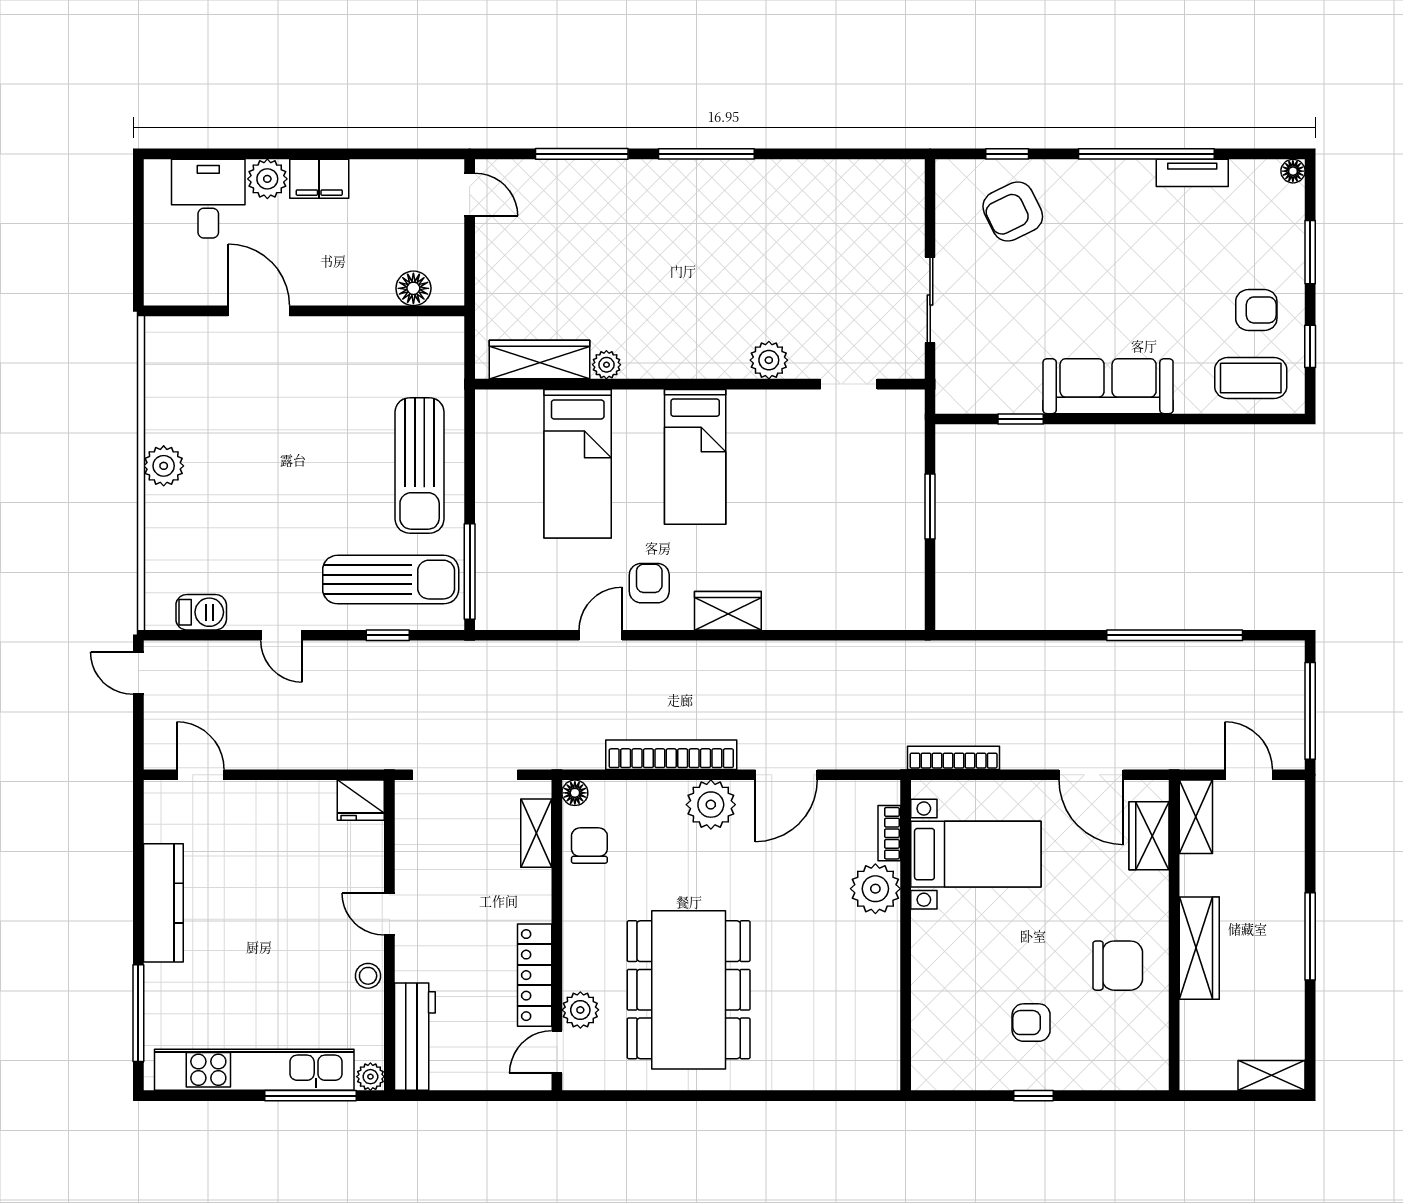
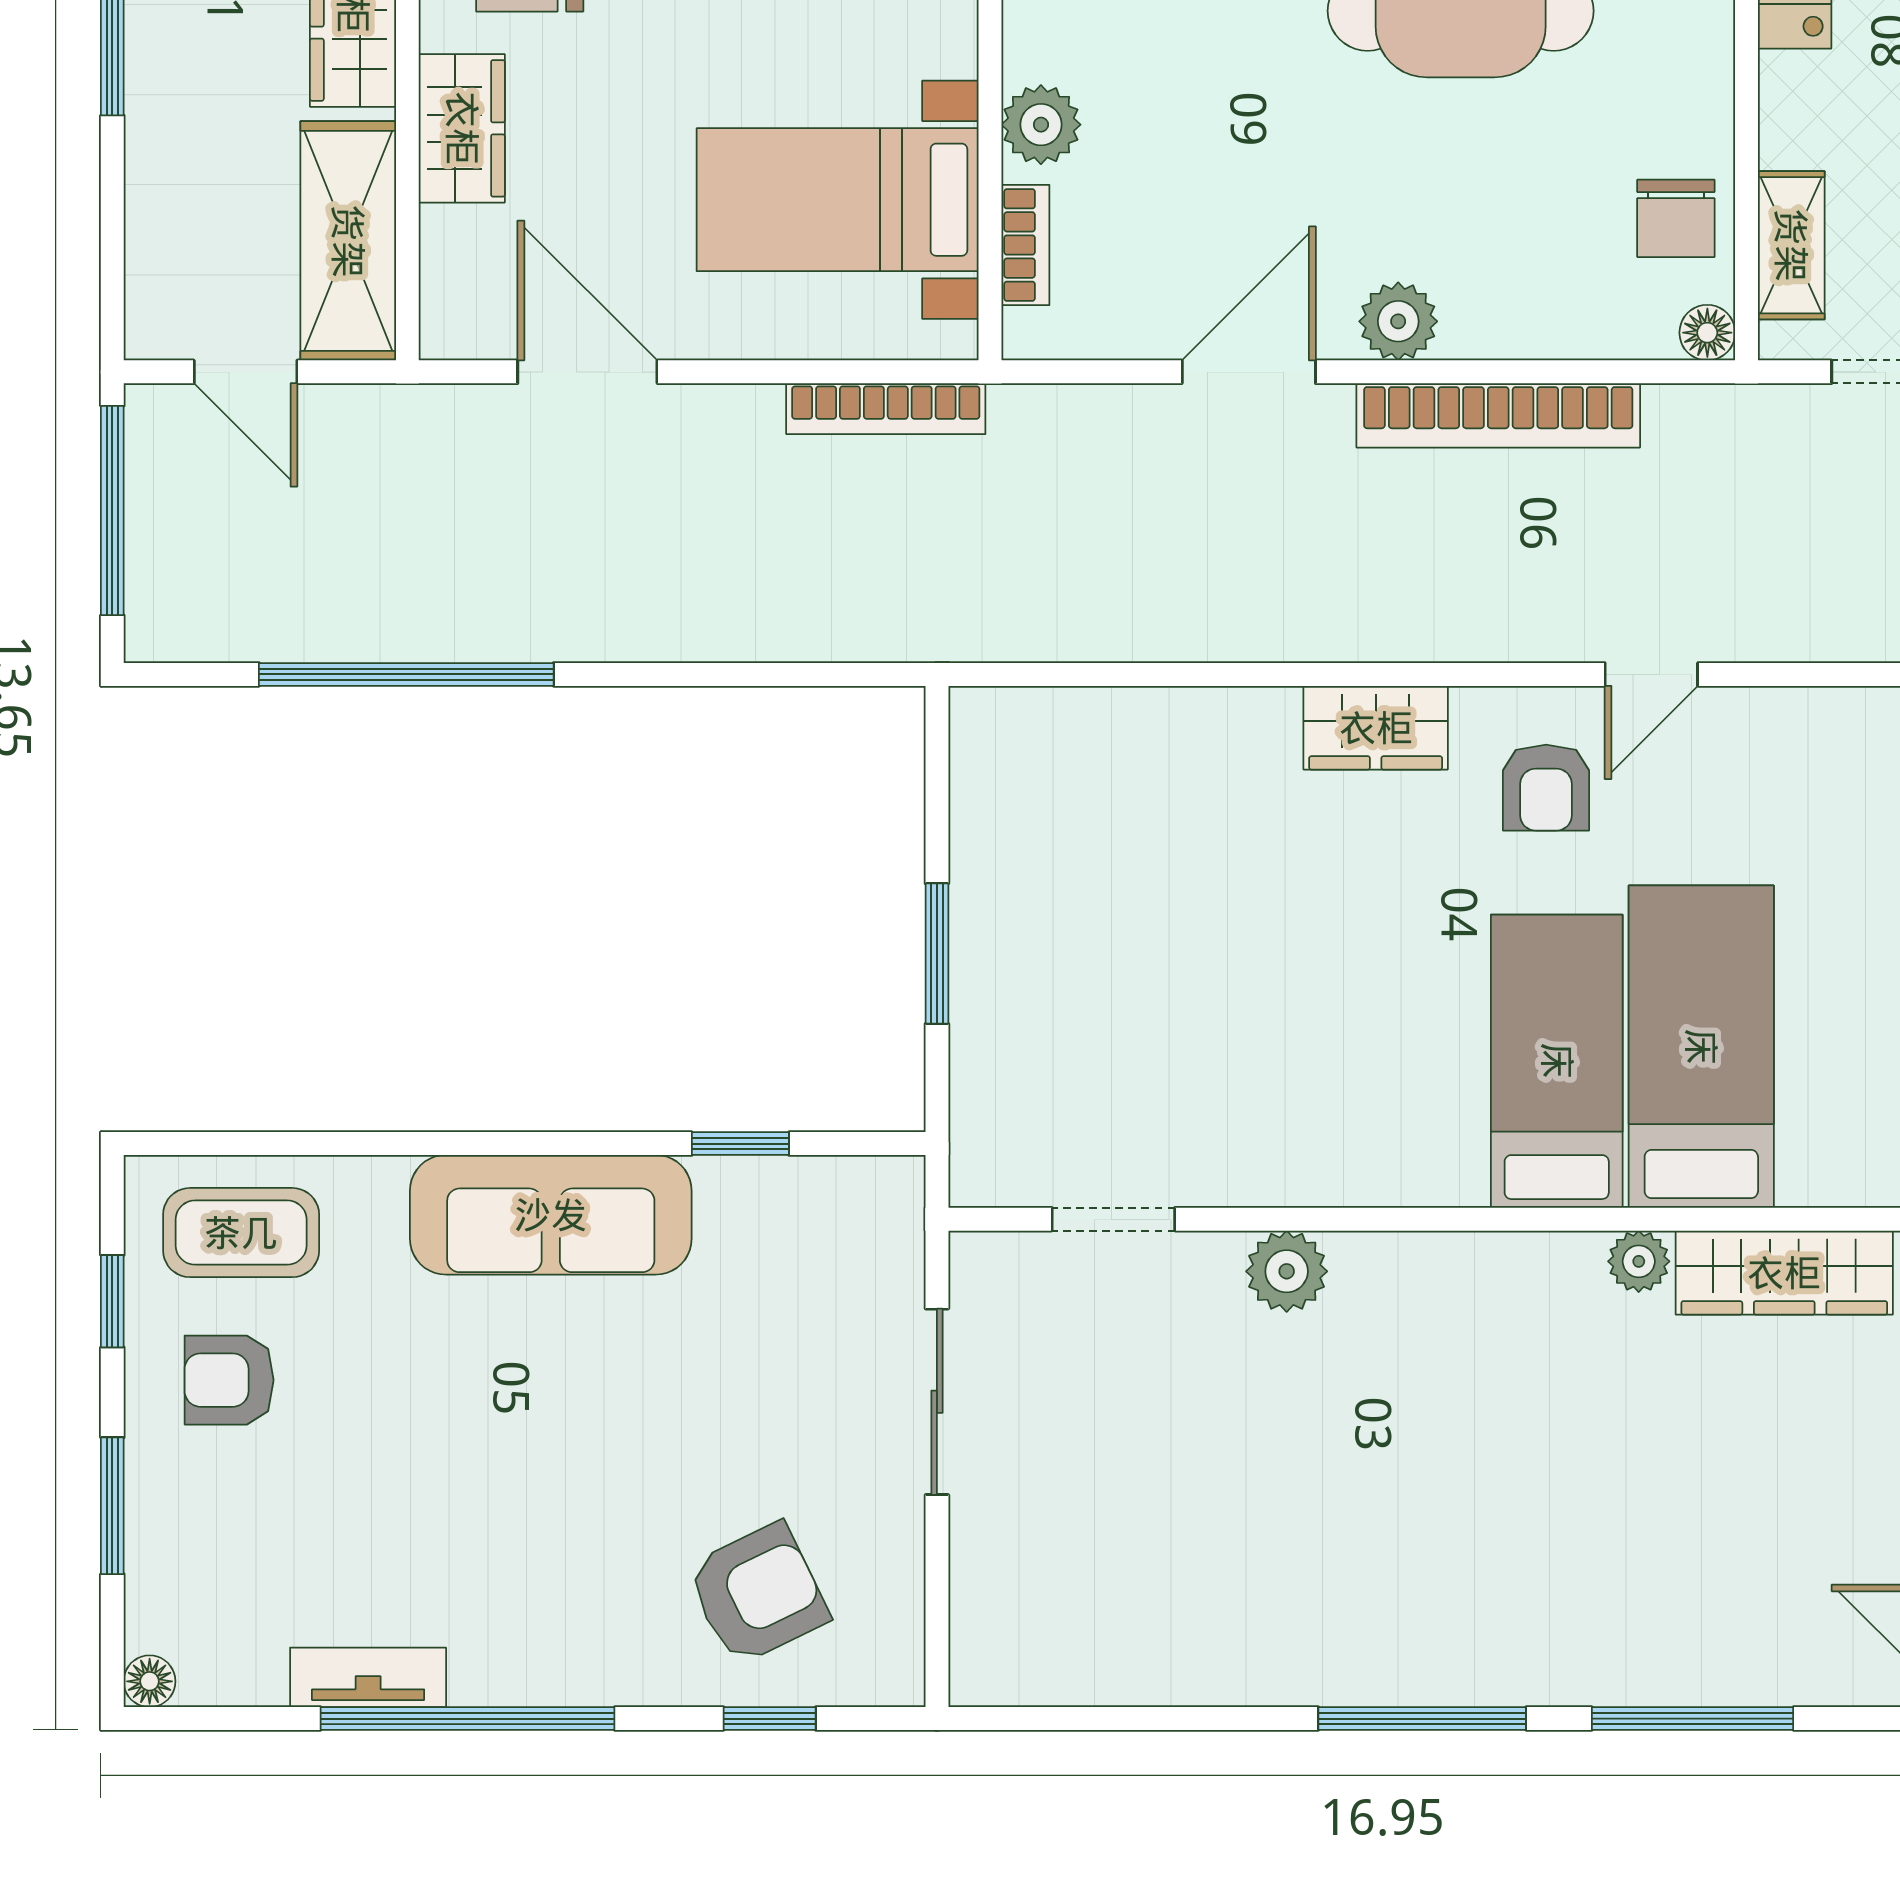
bed: (695, 457) -> (1557, 1061), moved
plant: (711, 805) -> (1398, 321), width x0.73, depth x0.73
shelving: (1196, 817) -> (348, 241), width x1.50, depth x1.33
wardrobe: (1149, 836) -> (462, 128), moved
plant: (875, 889) -> (1041, 125), width x0.73, depth x0.73

